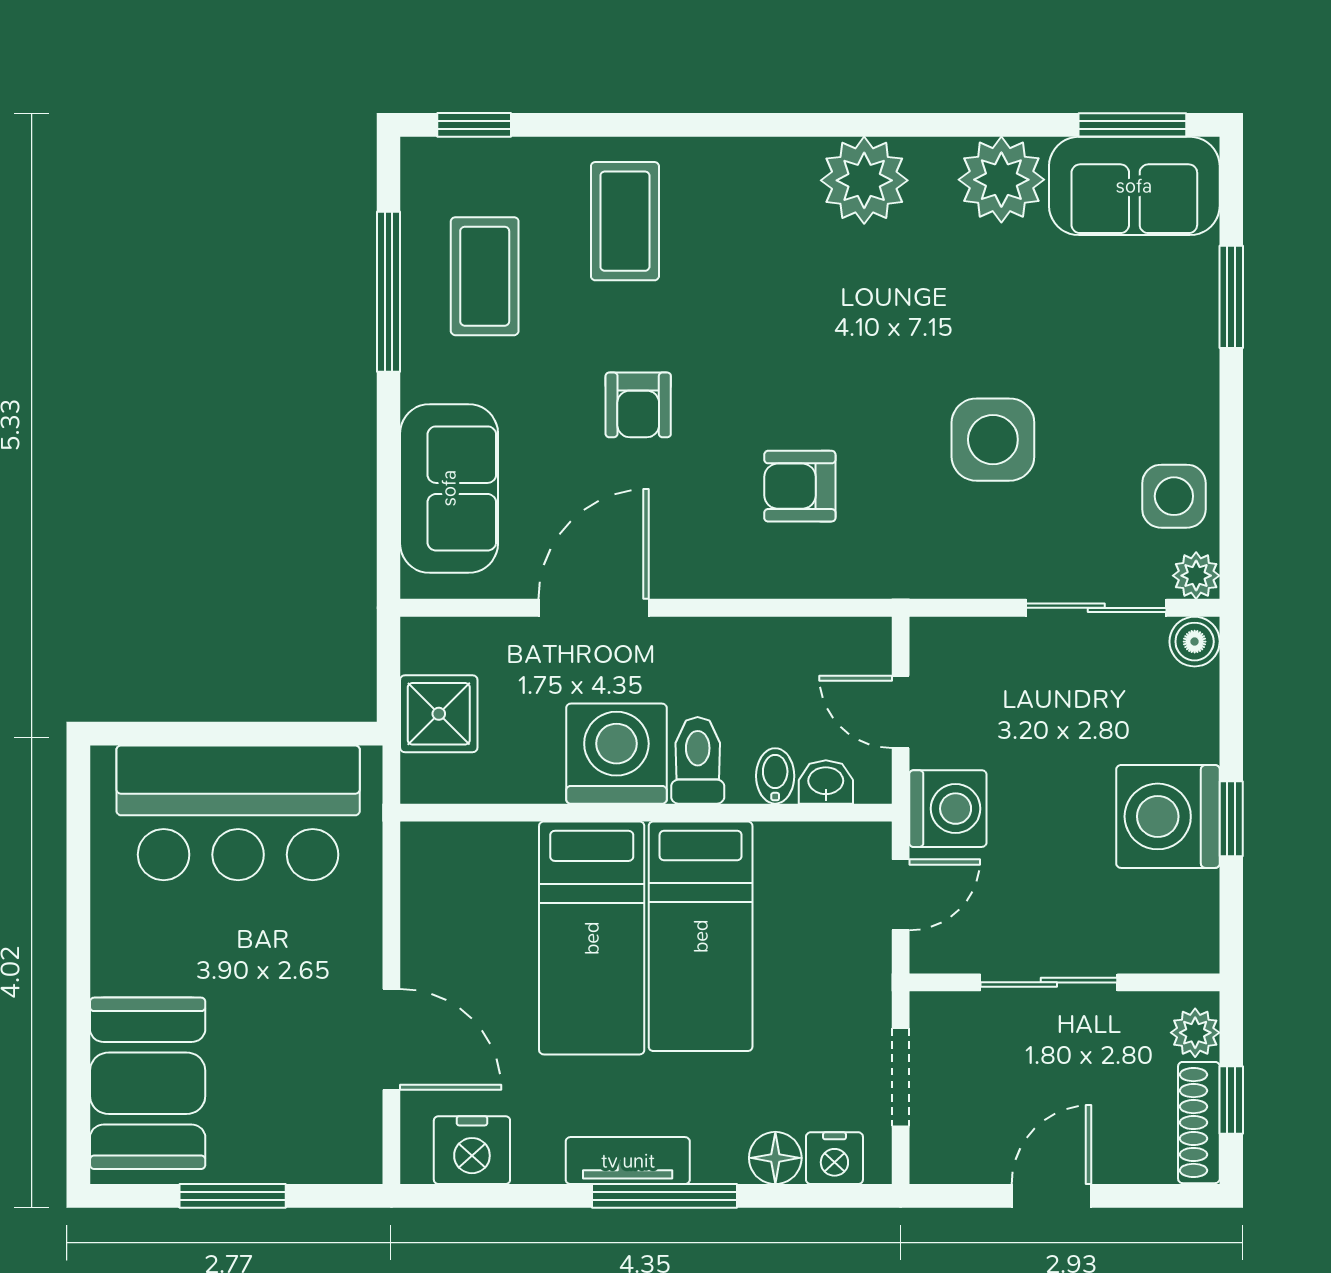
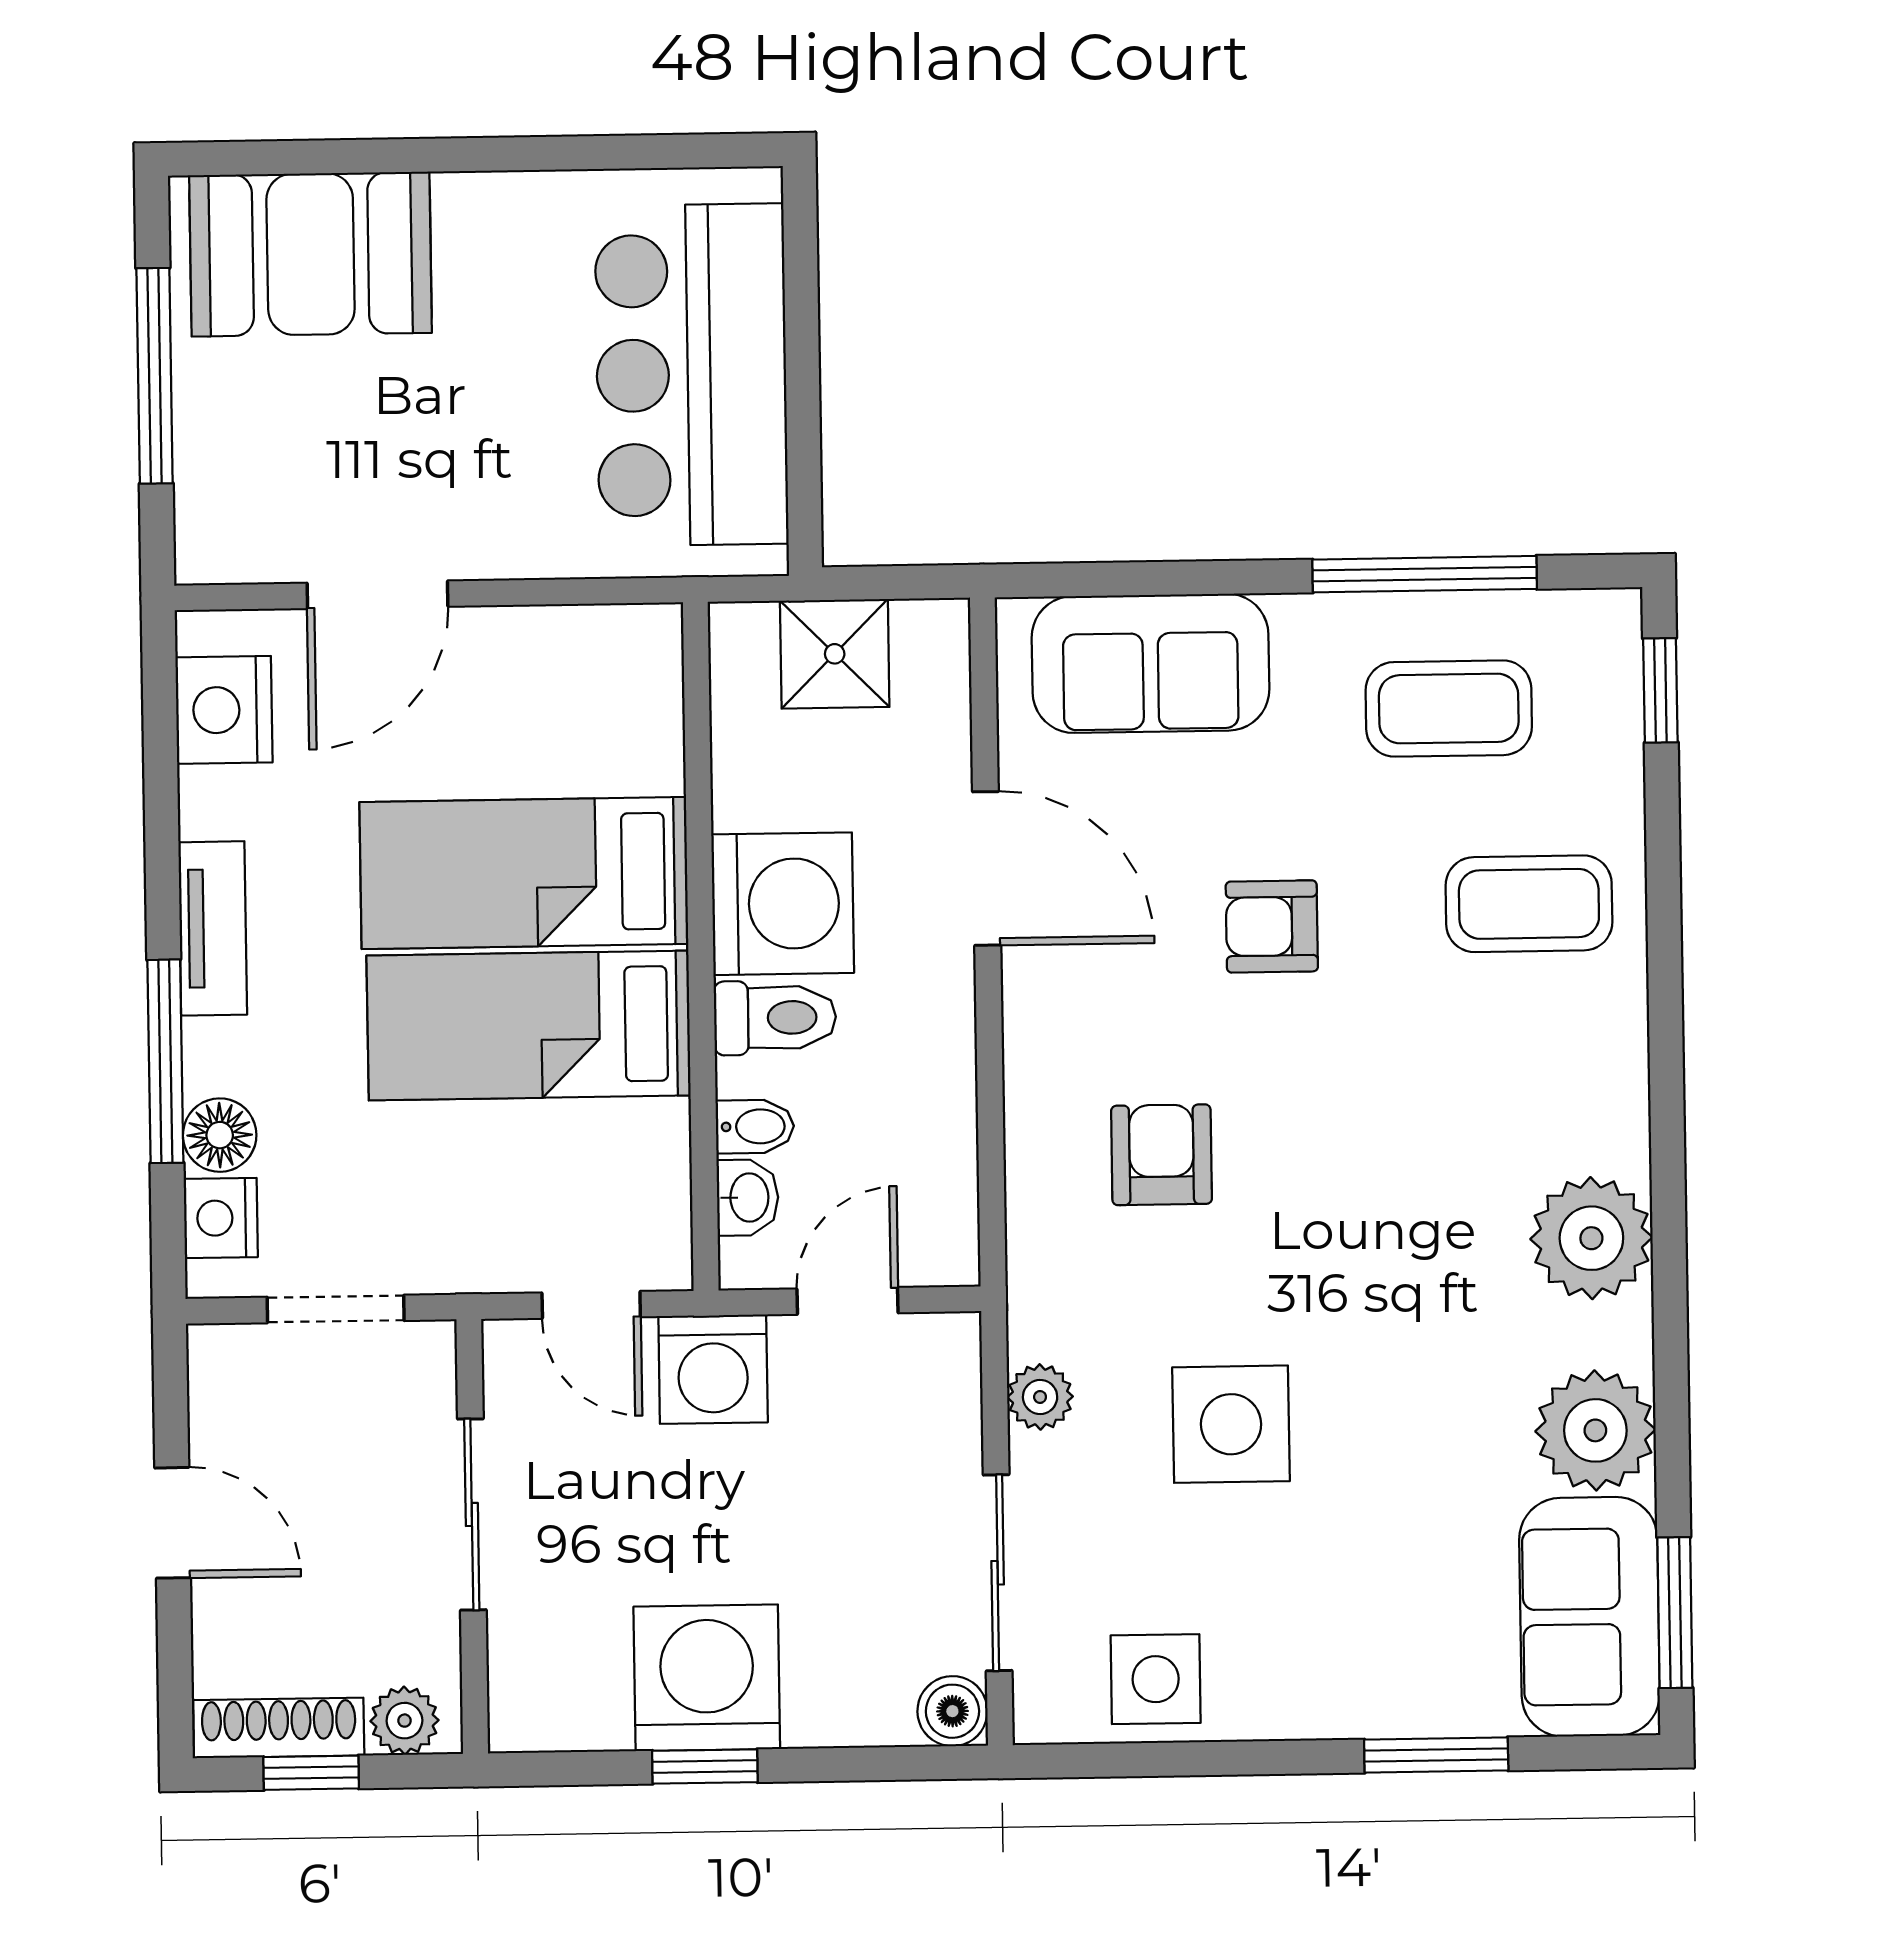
plant: (1196, 576) -> (1040, 1397), moved
window: (233, 1196) -> (155, 376), width x1.44
window: (664, 1196) -> (165, 1061), moved

